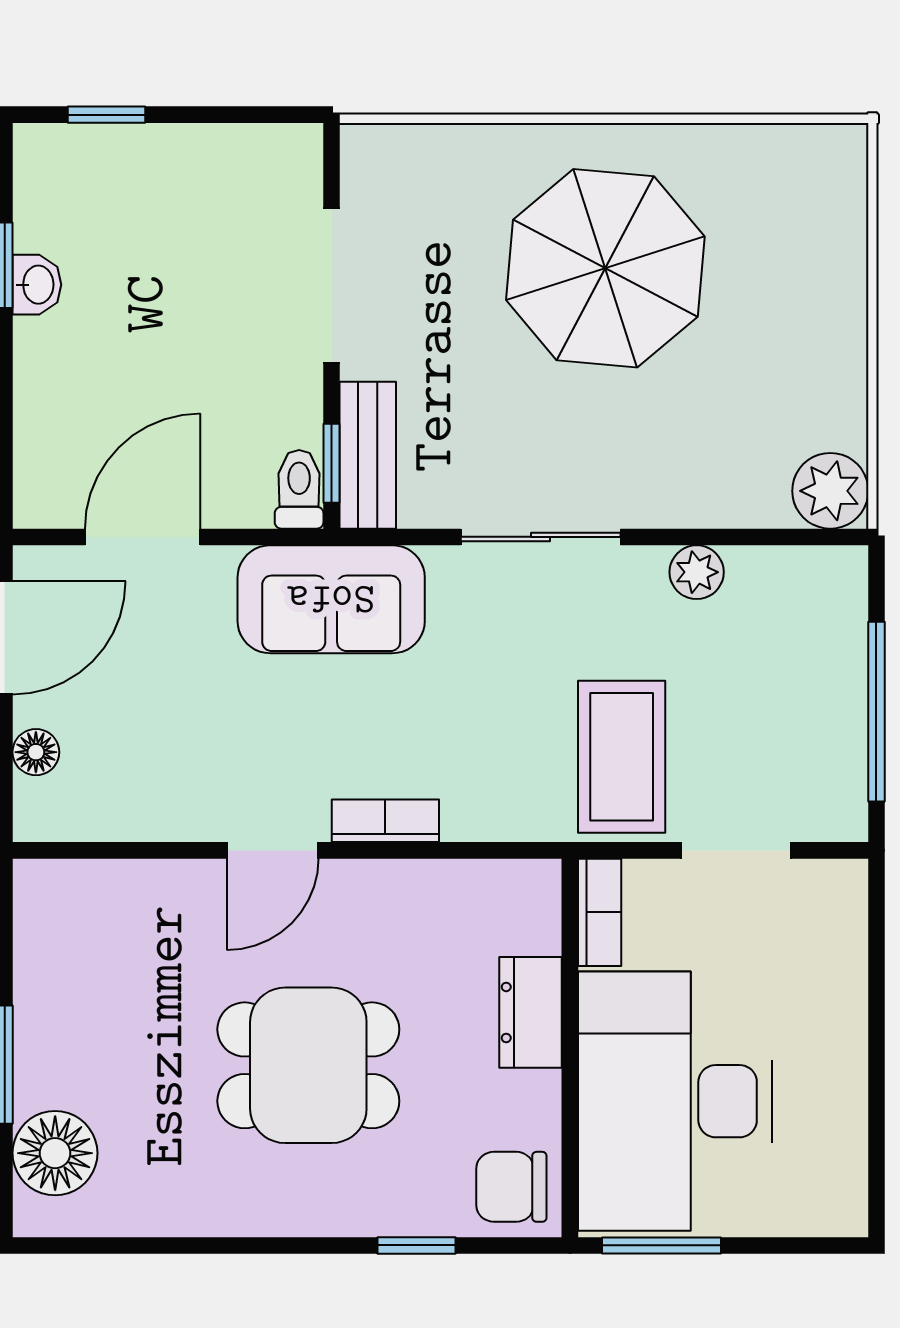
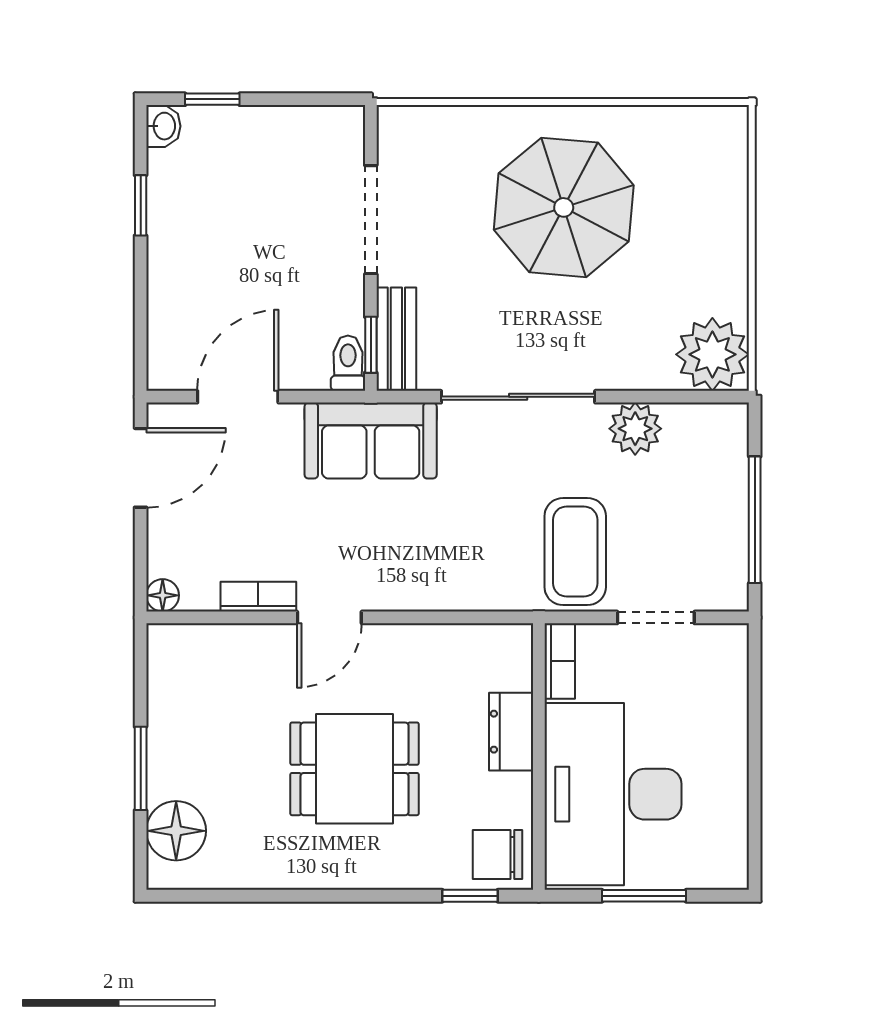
washbasin: (37, 285) -> (163, 126), moved
plant: (830, 491) -> (712, 354), width x1.36, depth x1.36
sliding door: (541, 537) -> (518, 397), width x1.37
plant: (697, 572) -> (635, 429), width x1.38, depth x1.38
floor lamp: (36, 752) -> (163, 595), moved
bookcase: (385, 821) -> (258, 597), moved
window: (416, 1245) -> (470, 896), moved
window: (661, 1245) -> (644, 896), moved

